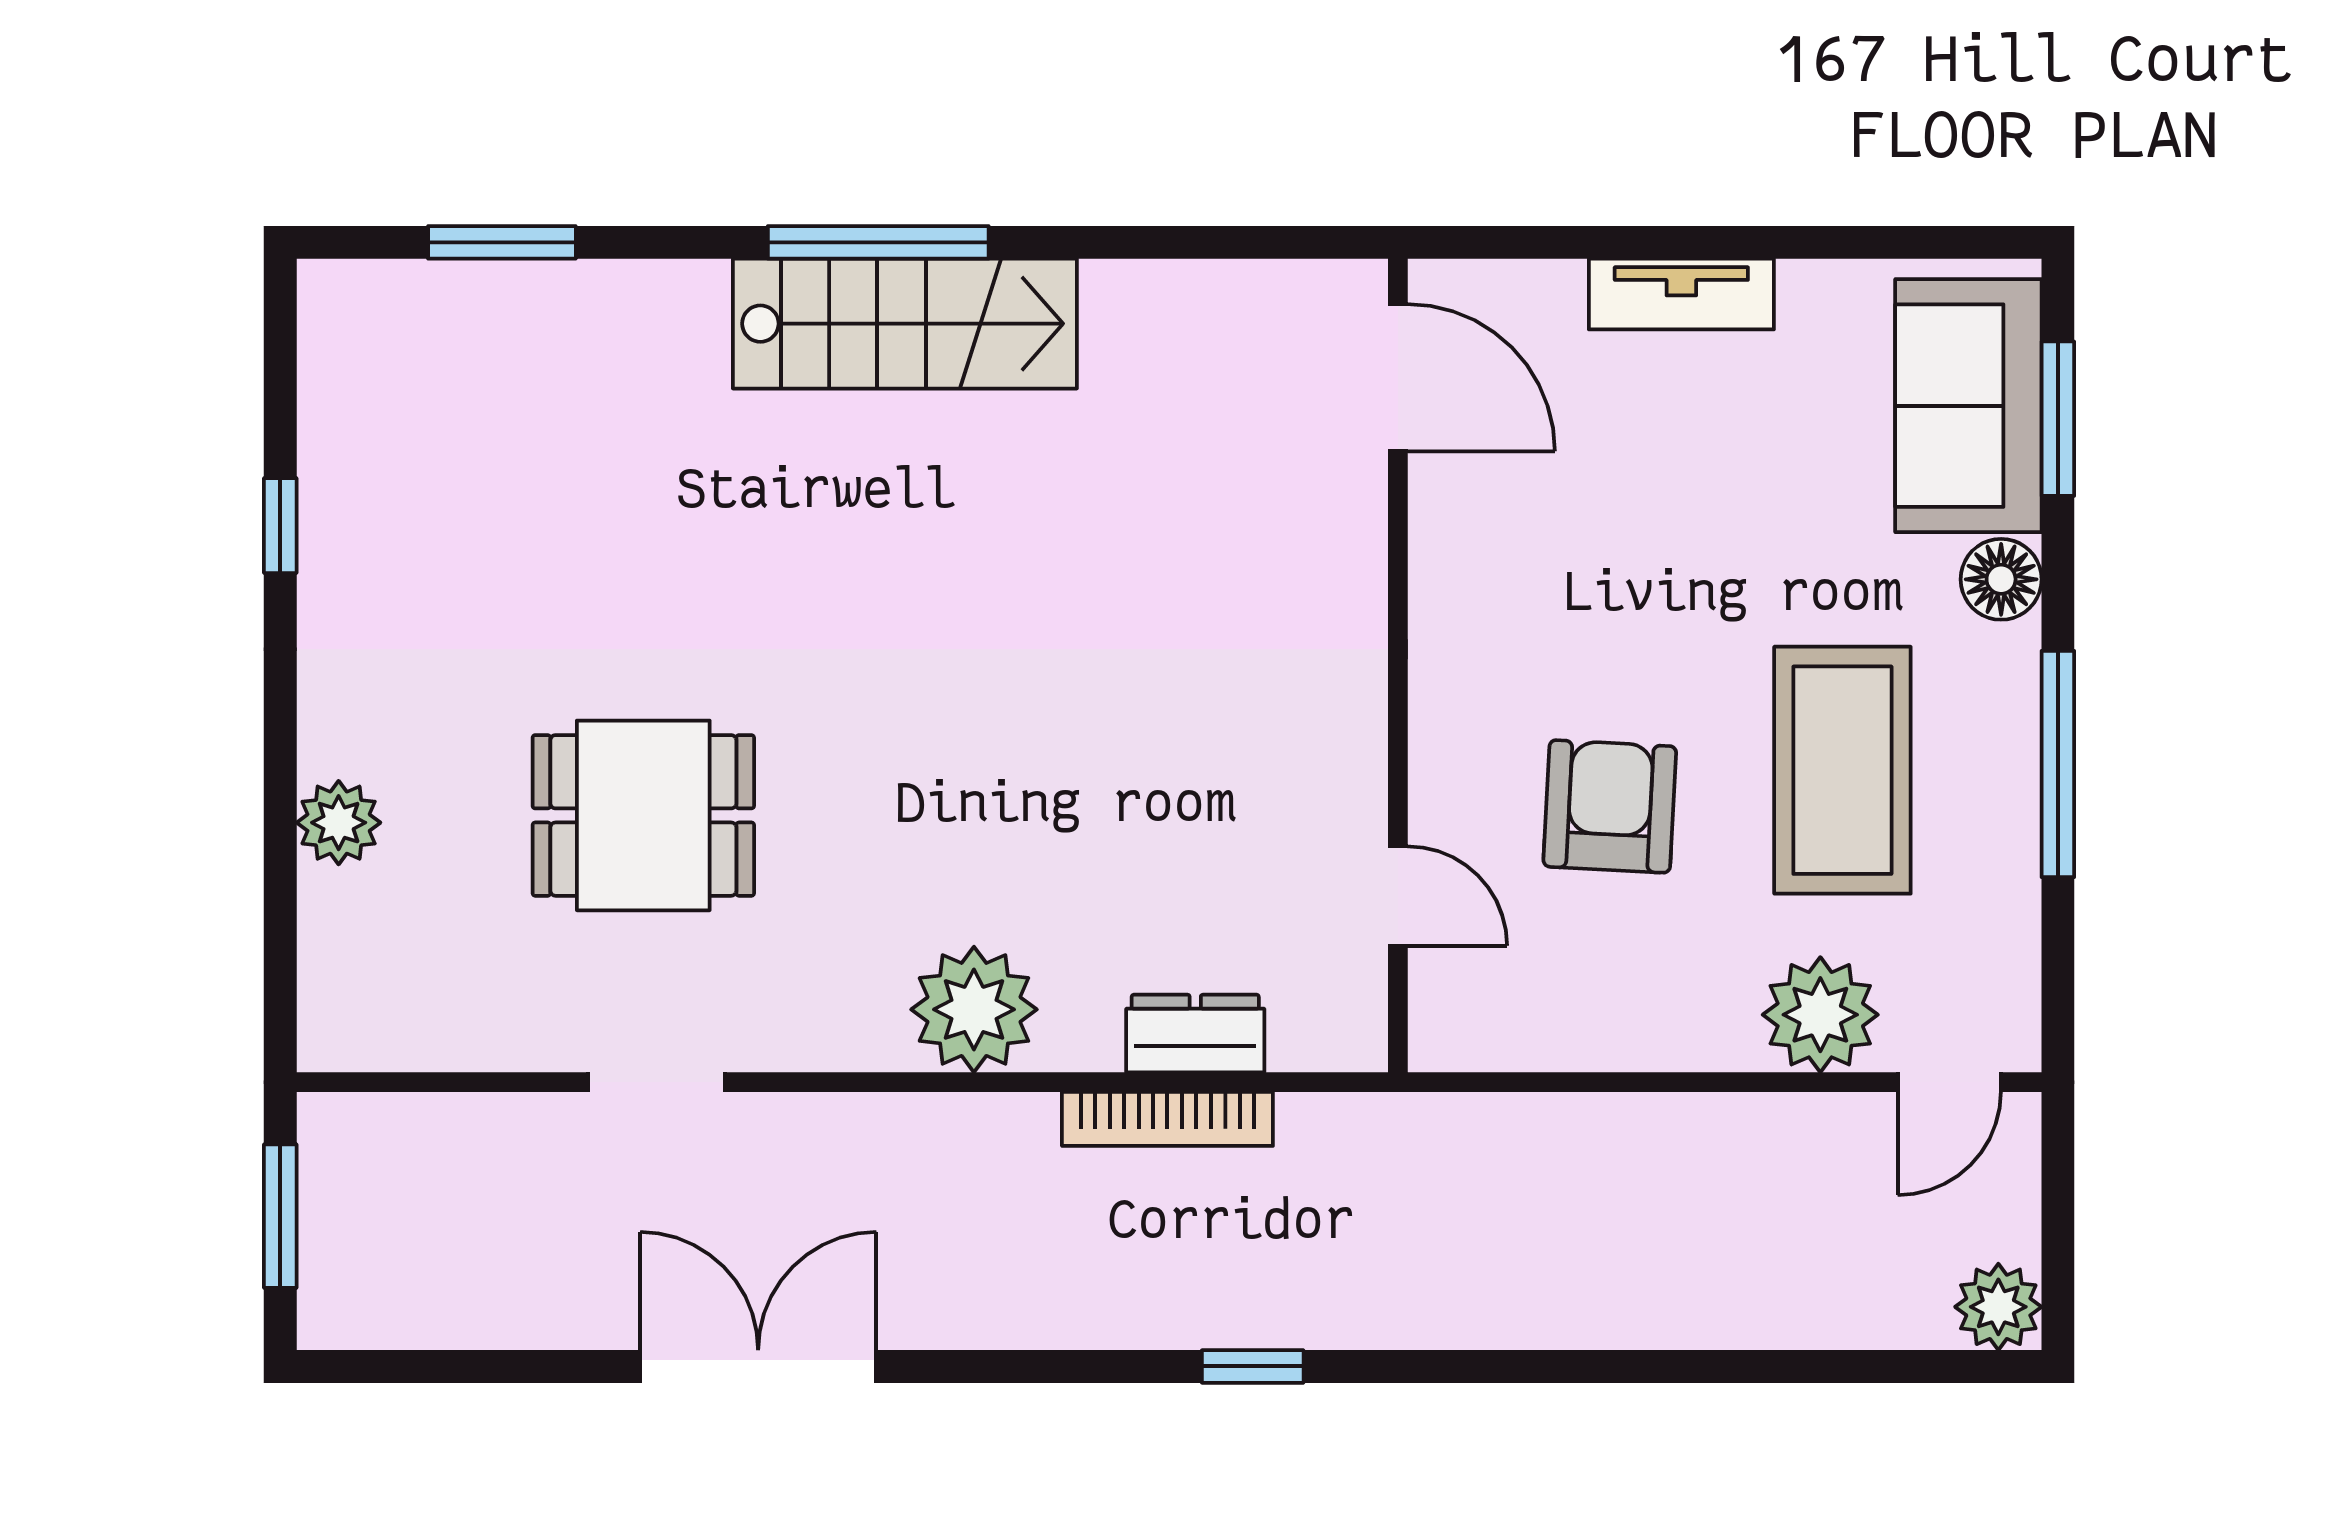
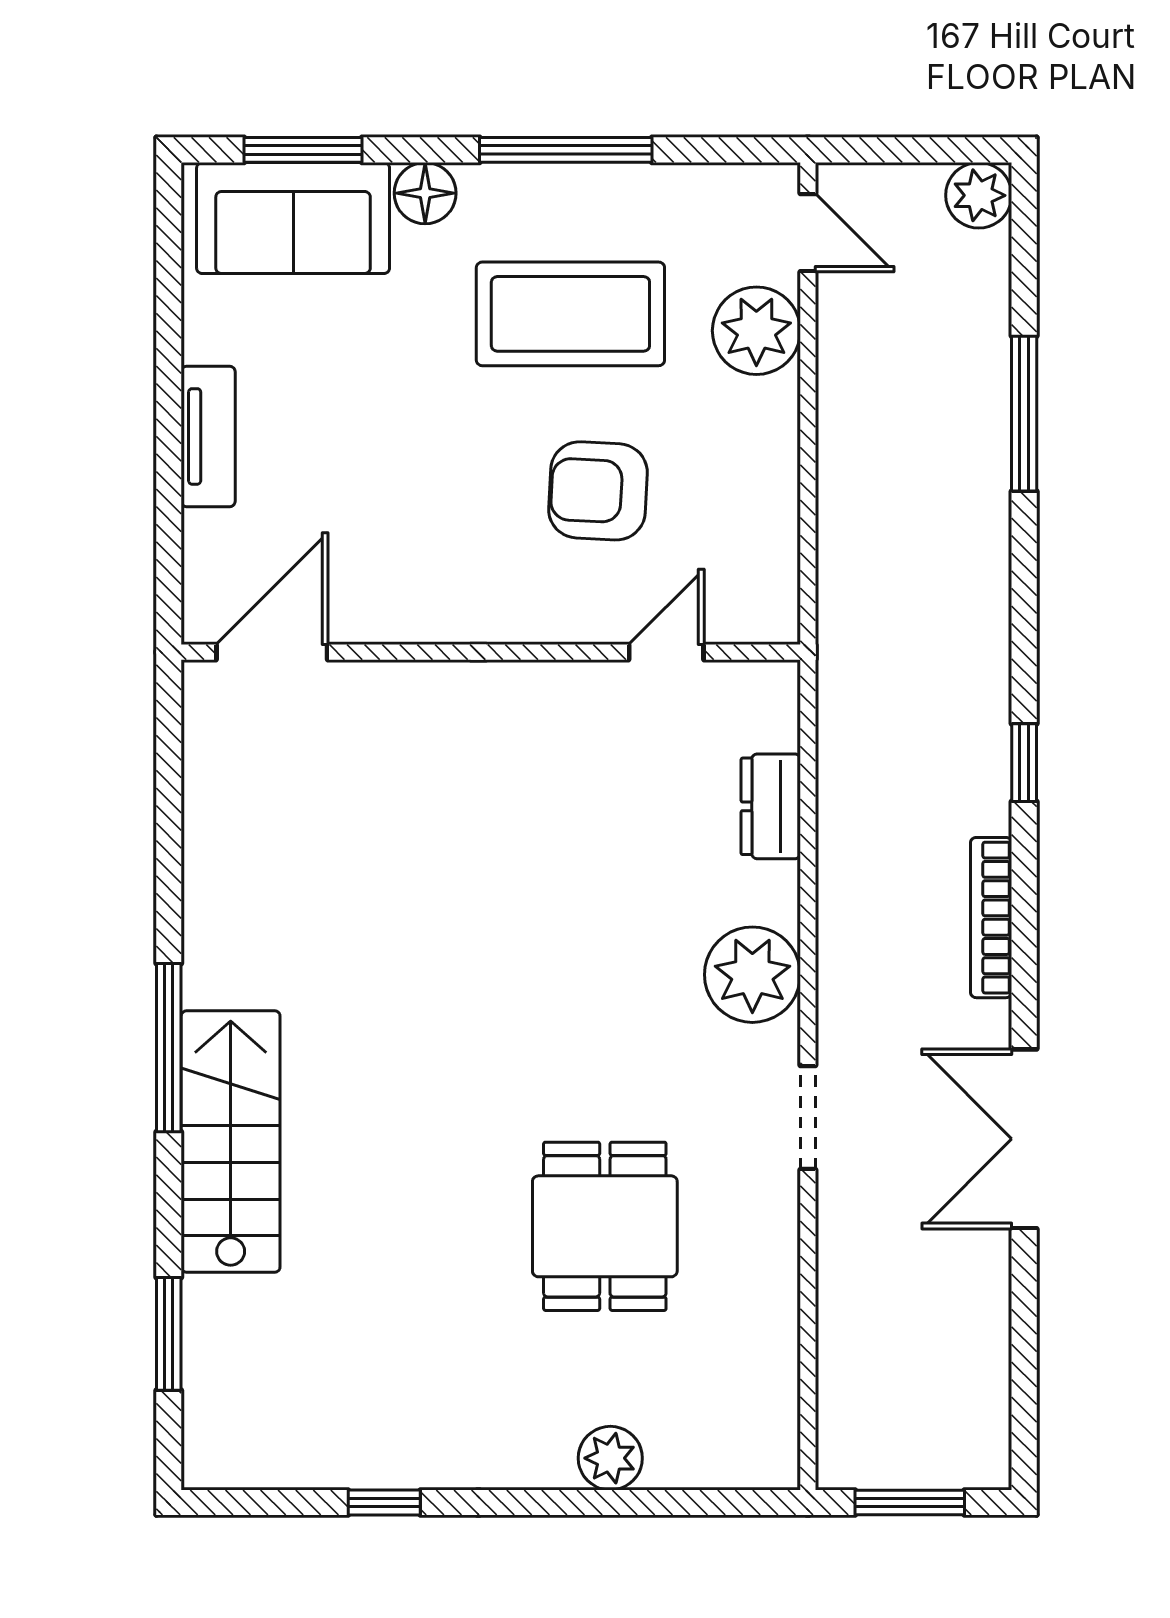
stairs: (905, 324) -> (231, 1142), moved
doorway: (656, 1082) -> (808, 1118), moved
bookcase: (1167, 1119) -> (991, 918), moved, turned 180
window: (1711, 1366) -> (1024, 414), added

